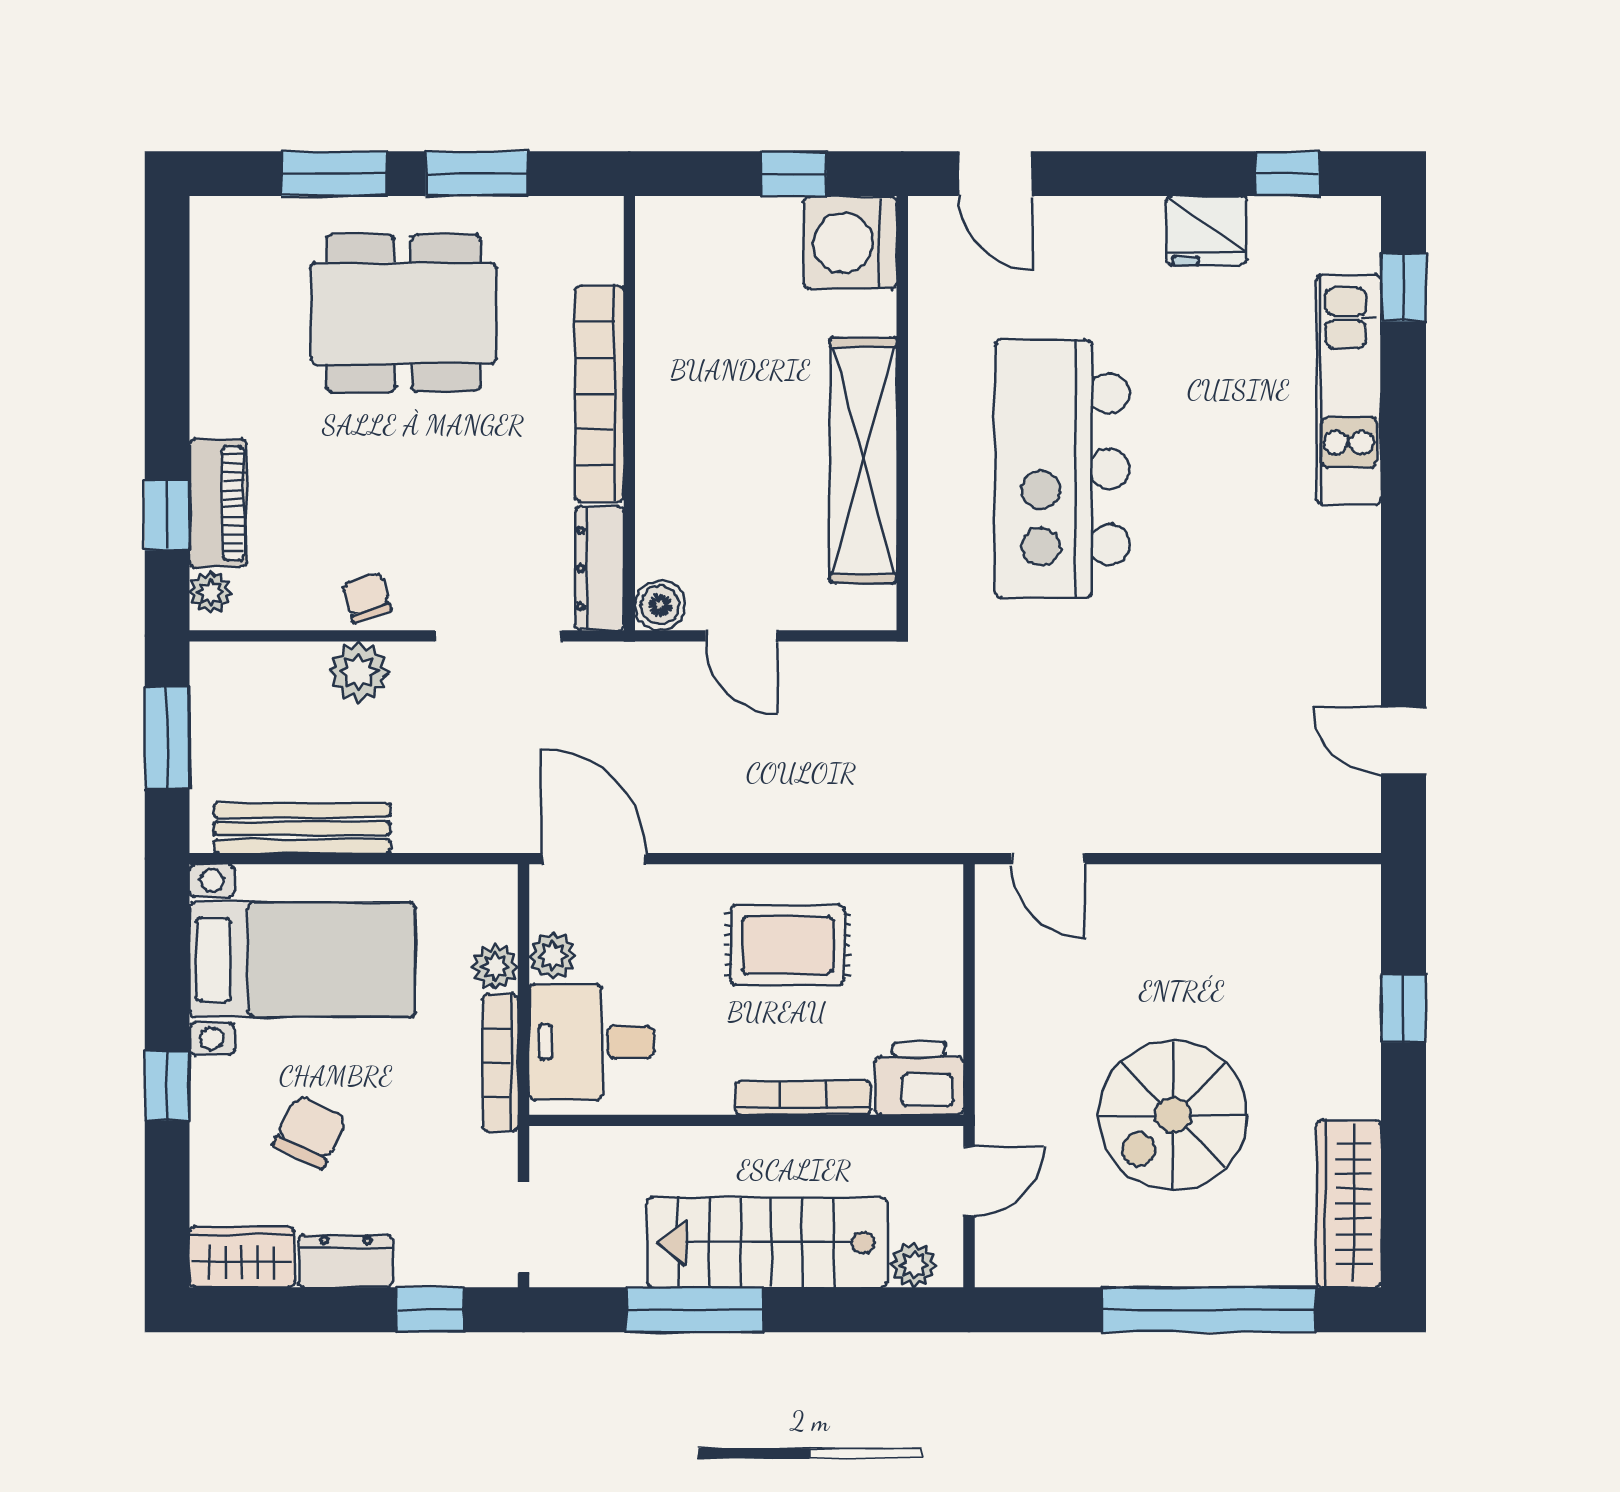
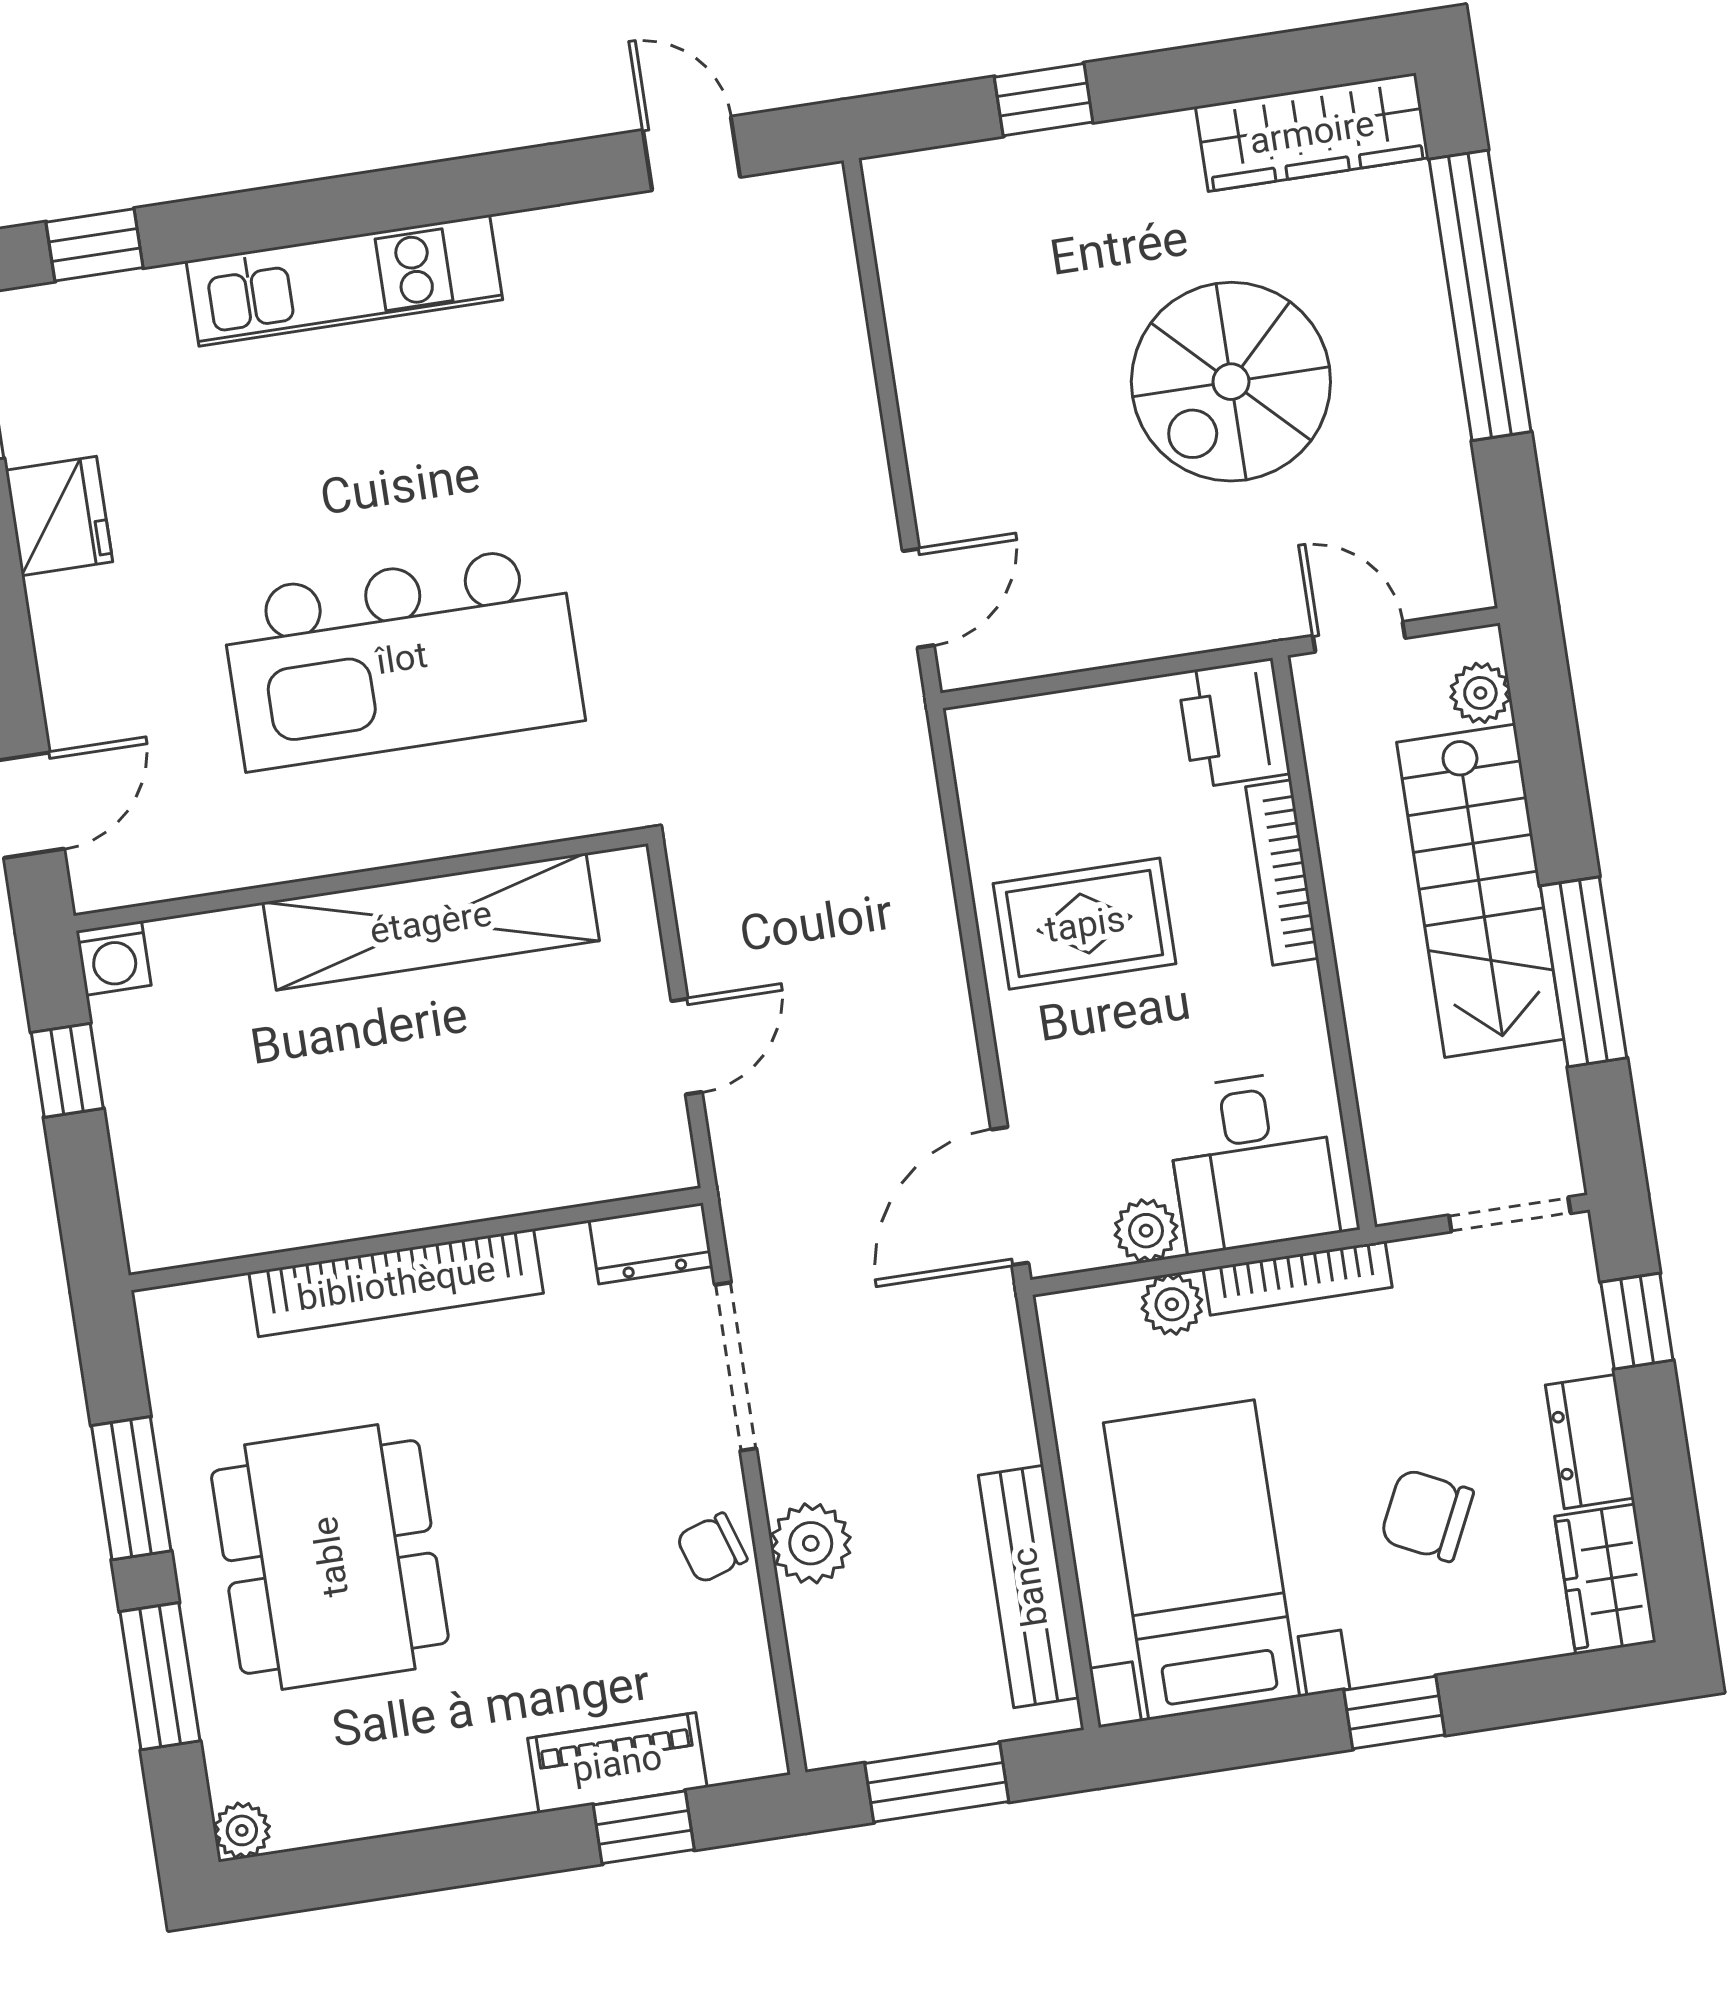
washing machine: (850, 243) -> (114, 958), width x0.53, depth x0.53
kitchen unit: (1349, 390) -> (344, 280), moved
dresser: (599, 568) -> (651, 1243), width x0.70
plant: (210, 592) -> (242, 1830), moved
boiler: (660, 605) -> (663, 1160), removed
door: (1403, 741) -> (691, 153), swing flipped
rug: (788, 945) -> (1085, 924), turned 90
spiral stairs: (1173, 1115) -> (1231, 382), turned 90

